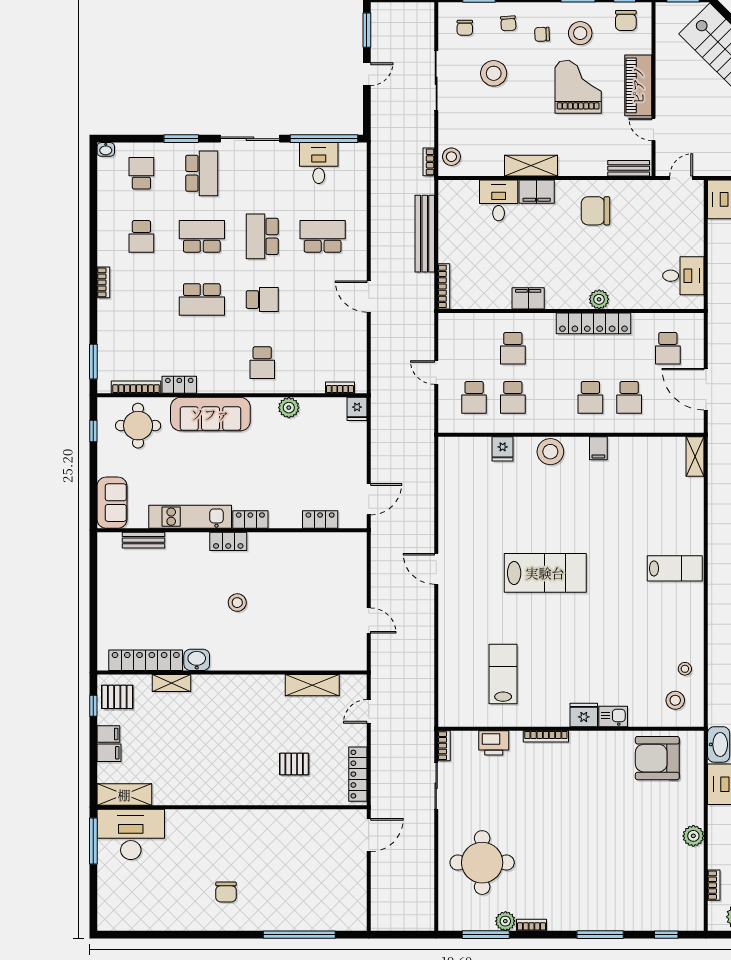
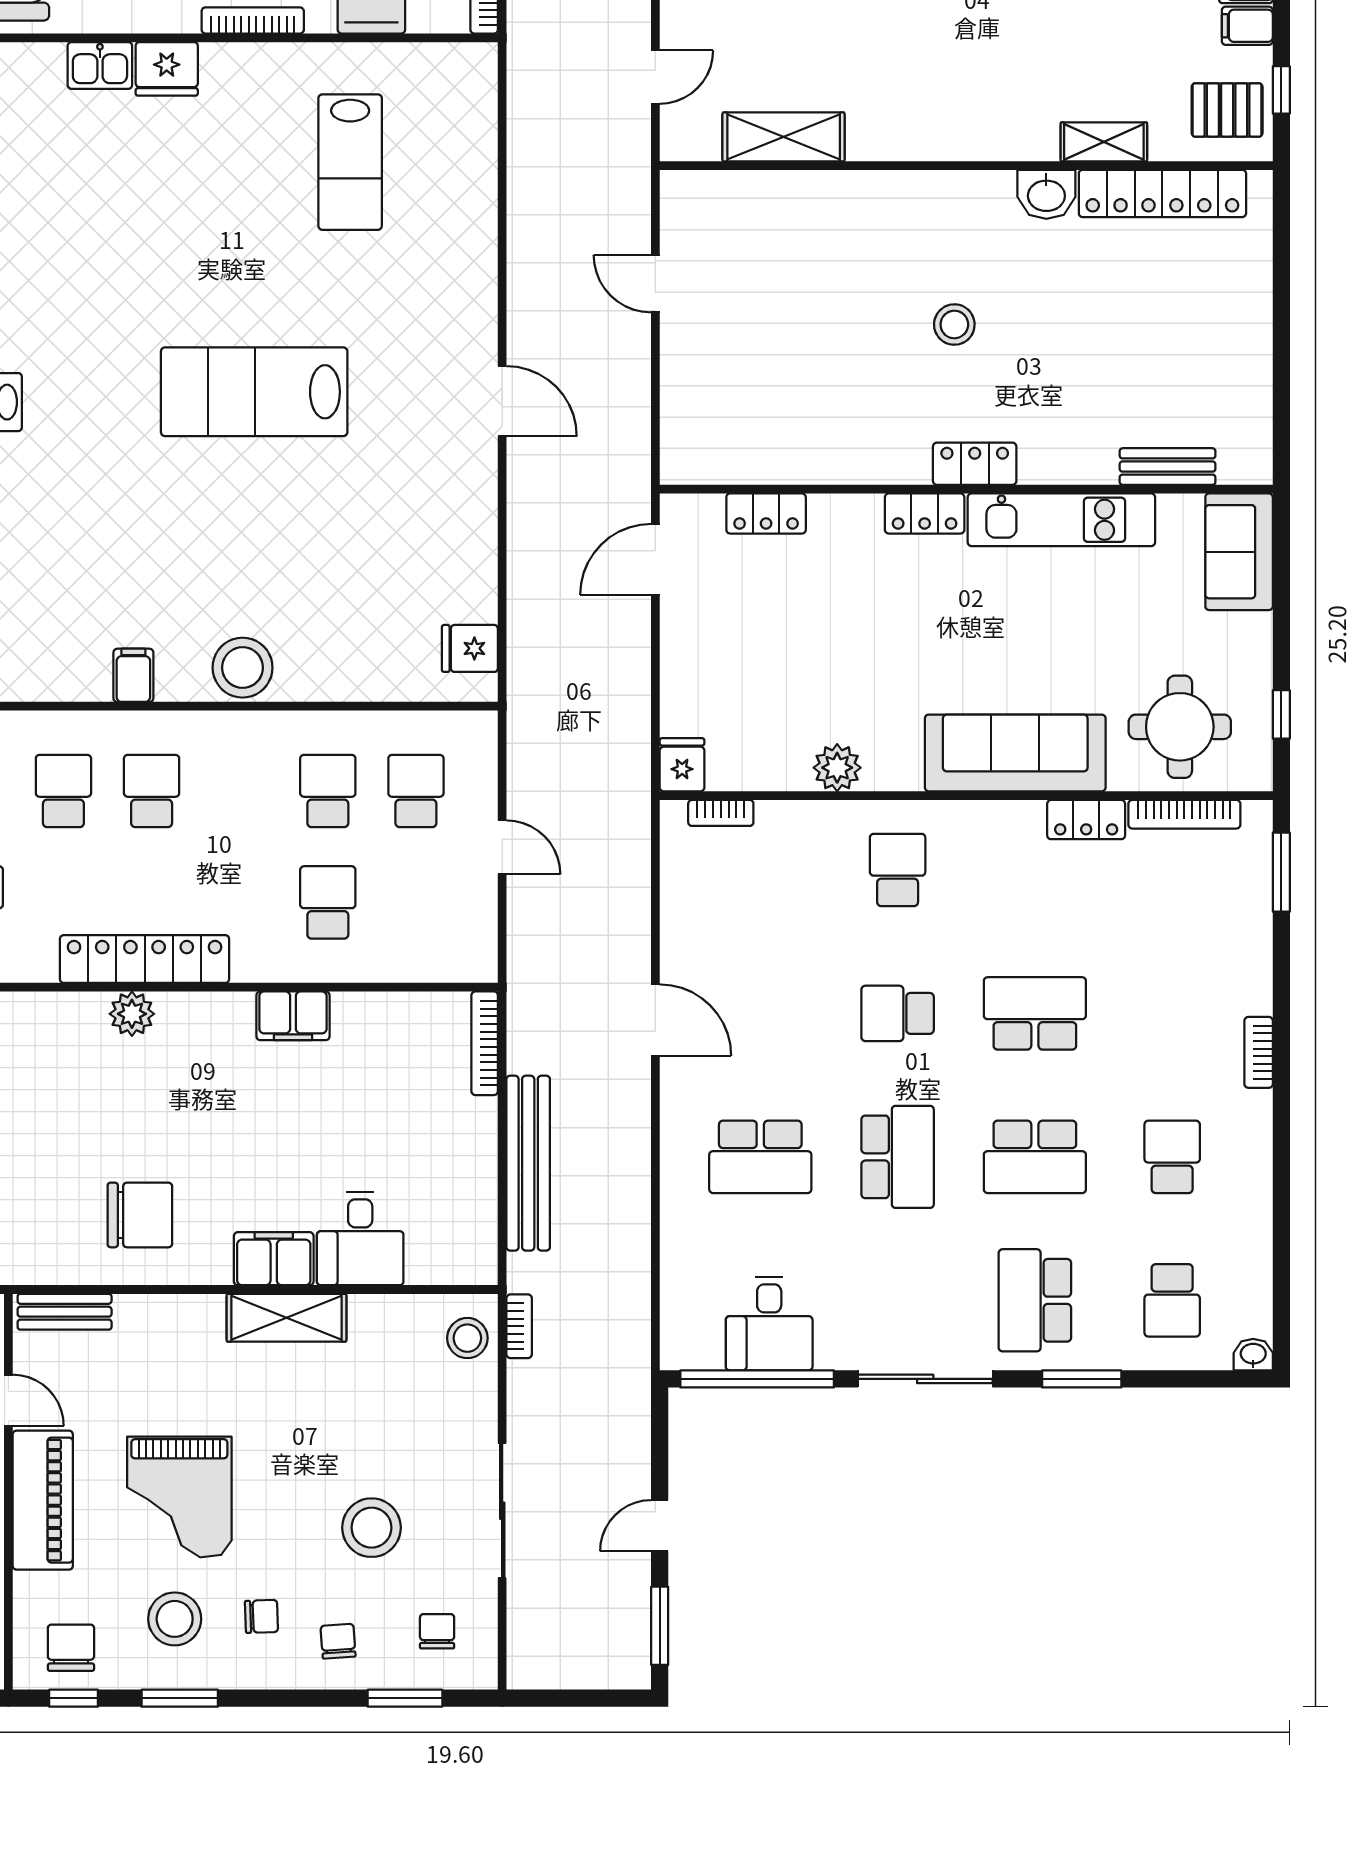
fridge: (503, 449) -> (470, 648), moved, turned -90

